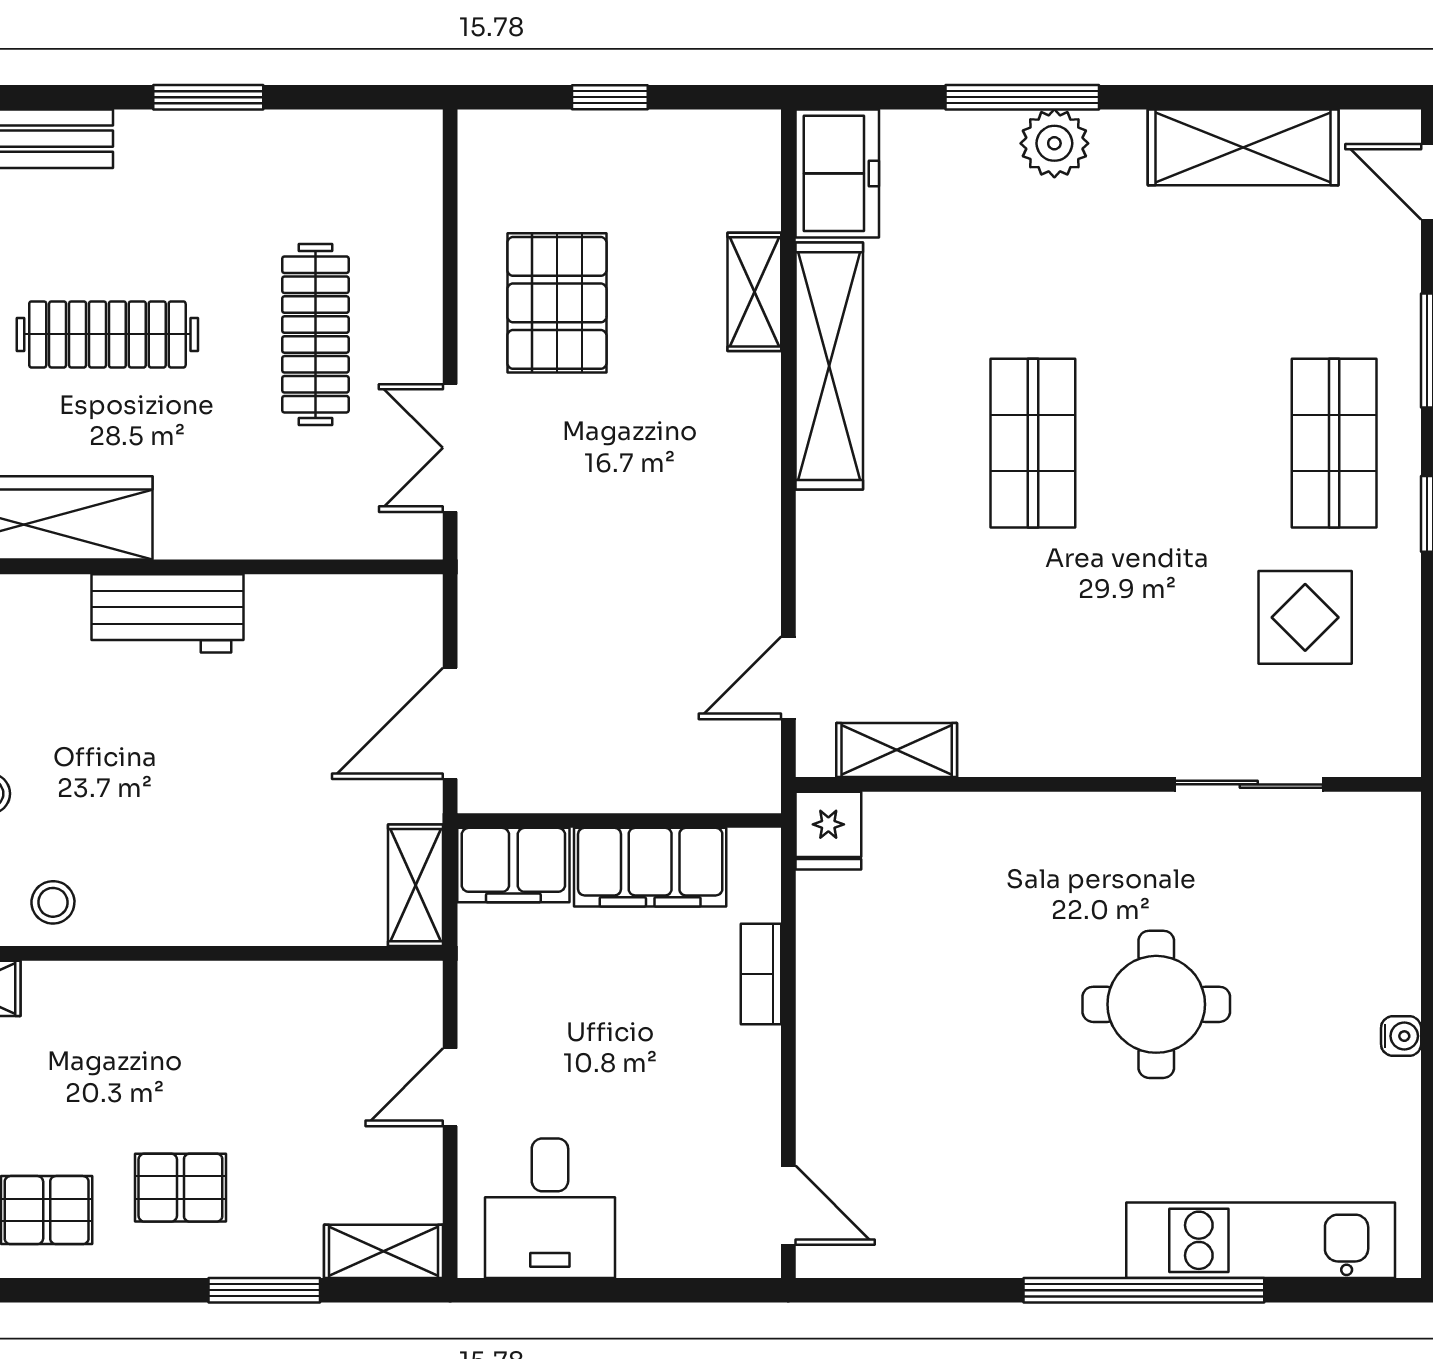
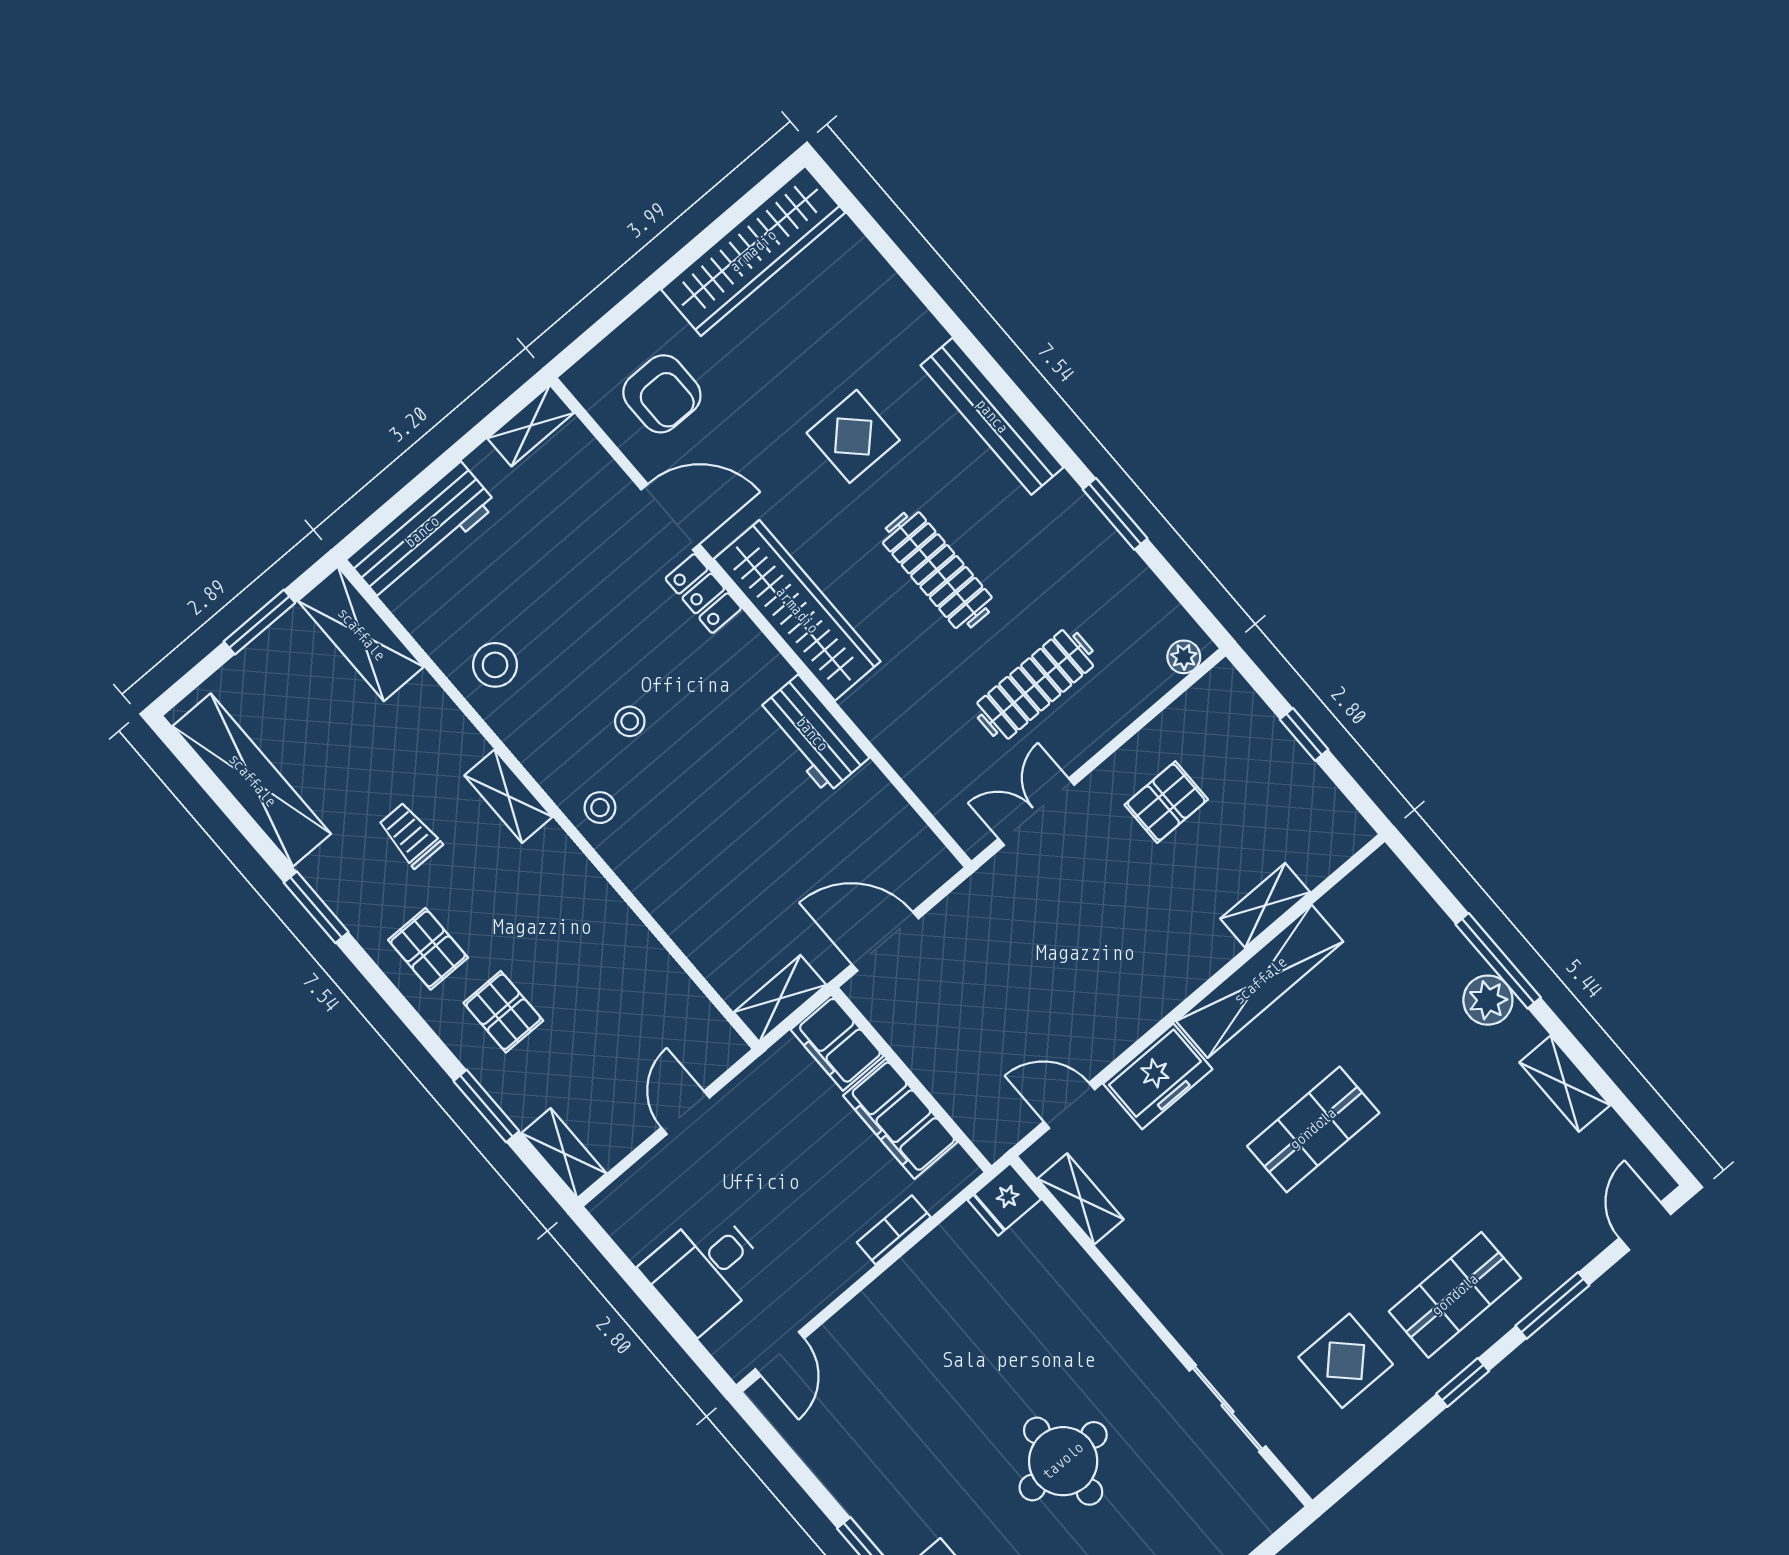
shelving: (1243, 147) -> (1565, 1084), width x0.67, depth x0.75
plant: (420, 154) -> (1184, 657), added
freezer: (837, 173) -> (1158, 1076), moved
pallet: (557, 303) -> (1166, 802), width x0.67, depth x0.71
door: (450, 1087) -> (685, 1113), hinge flipped
desk: (550, 1208) -> (705, 1270), moved

